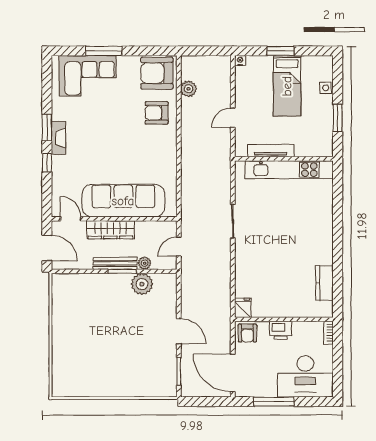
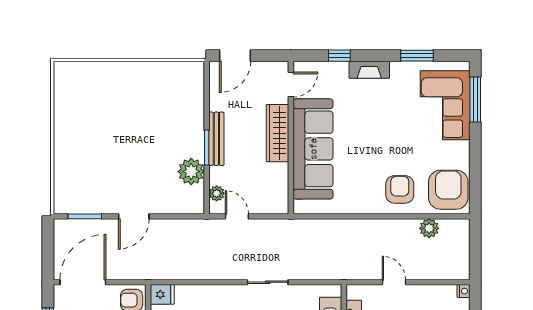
window: (104, 51) -> (475, 100), moved
window: (47, 128) -> (417, 56), moved
sofa: (123, 201) -> (313, 149), moved
door: (71, 219) -> (291, 85), moved
wall: (114, 219) -> (291, 138), moved
wardrobe: (110, 230) -> (278, 133), moved
plant: (145, 263) -> (217, 193), moved

